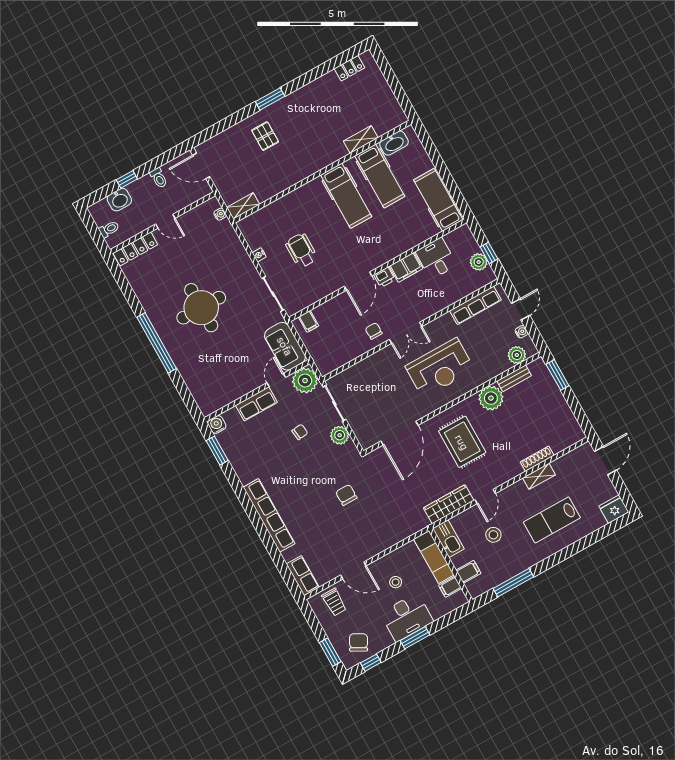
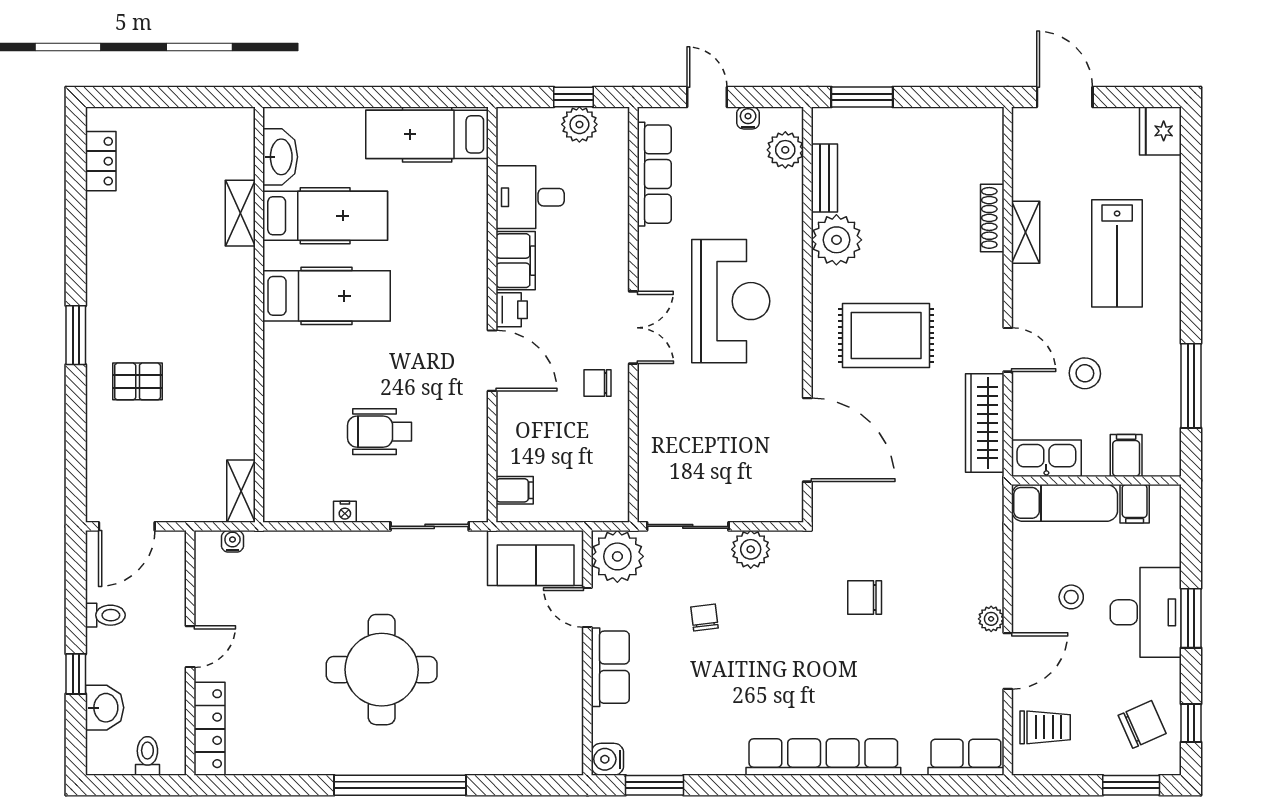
plant: (367, 553) -> (991, 619), added
chair: (359, 642) -> (1142, 724), turned 127

